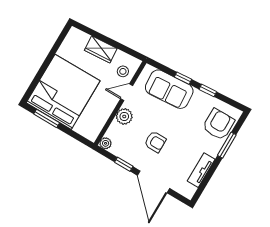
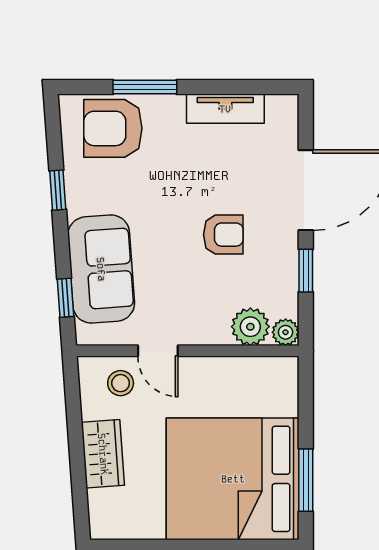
window: (183, 78) -> (65, 298), moved
plant: (124, 116) -> (250, 327), moved
armchair: (155, 142) -> (223, 235), turned 90

